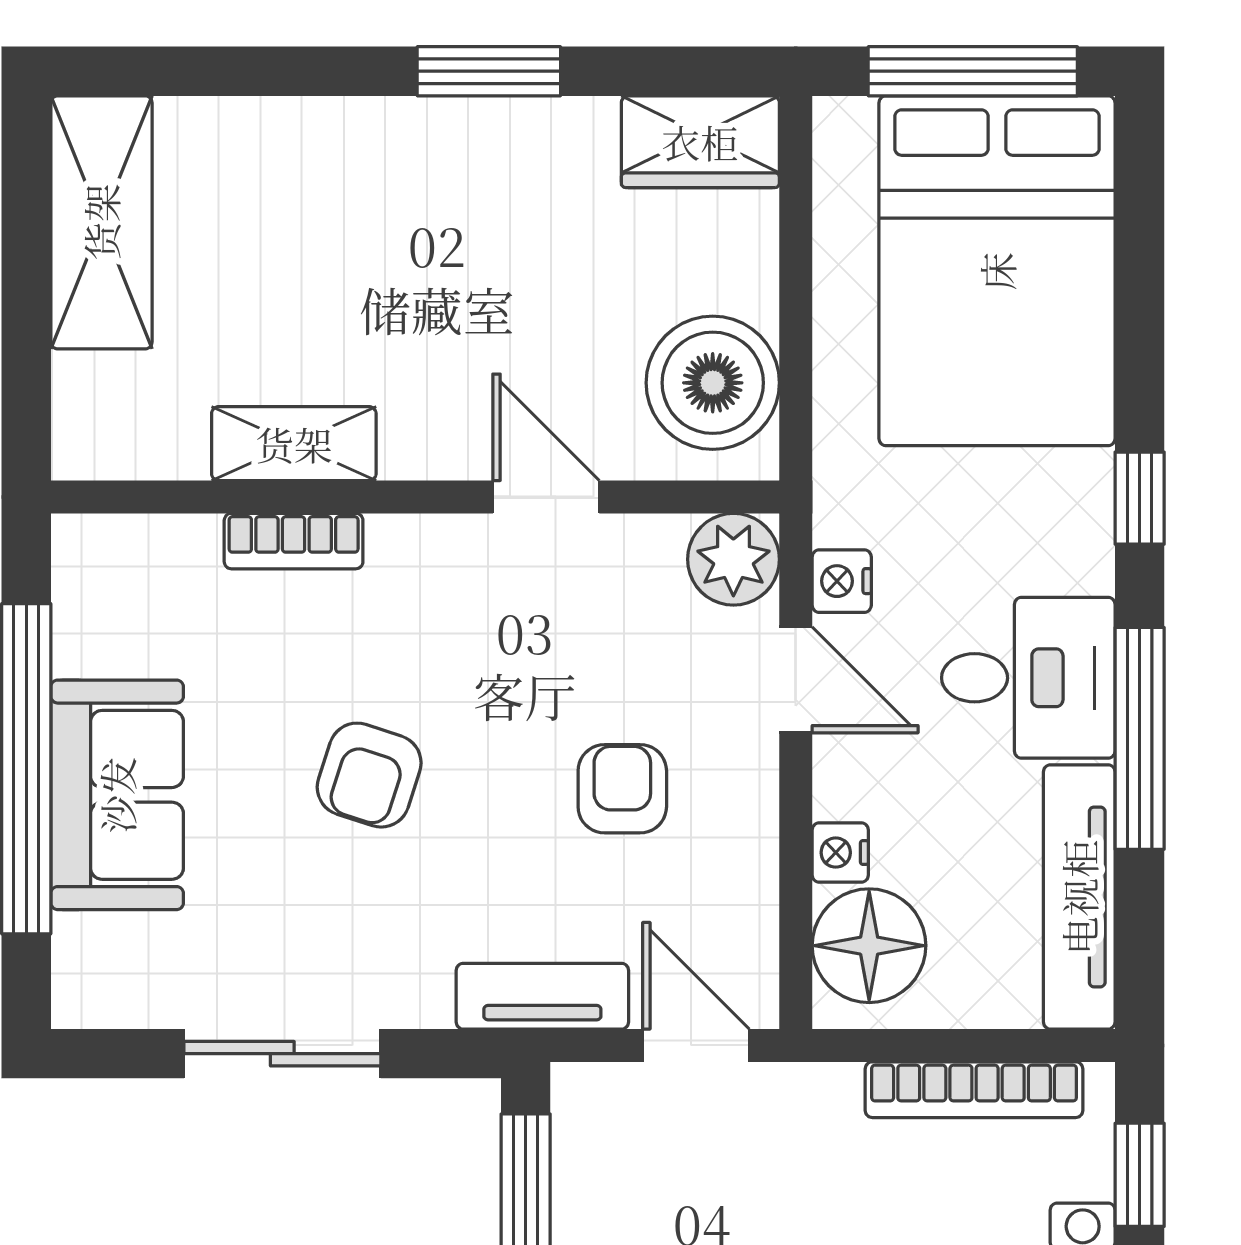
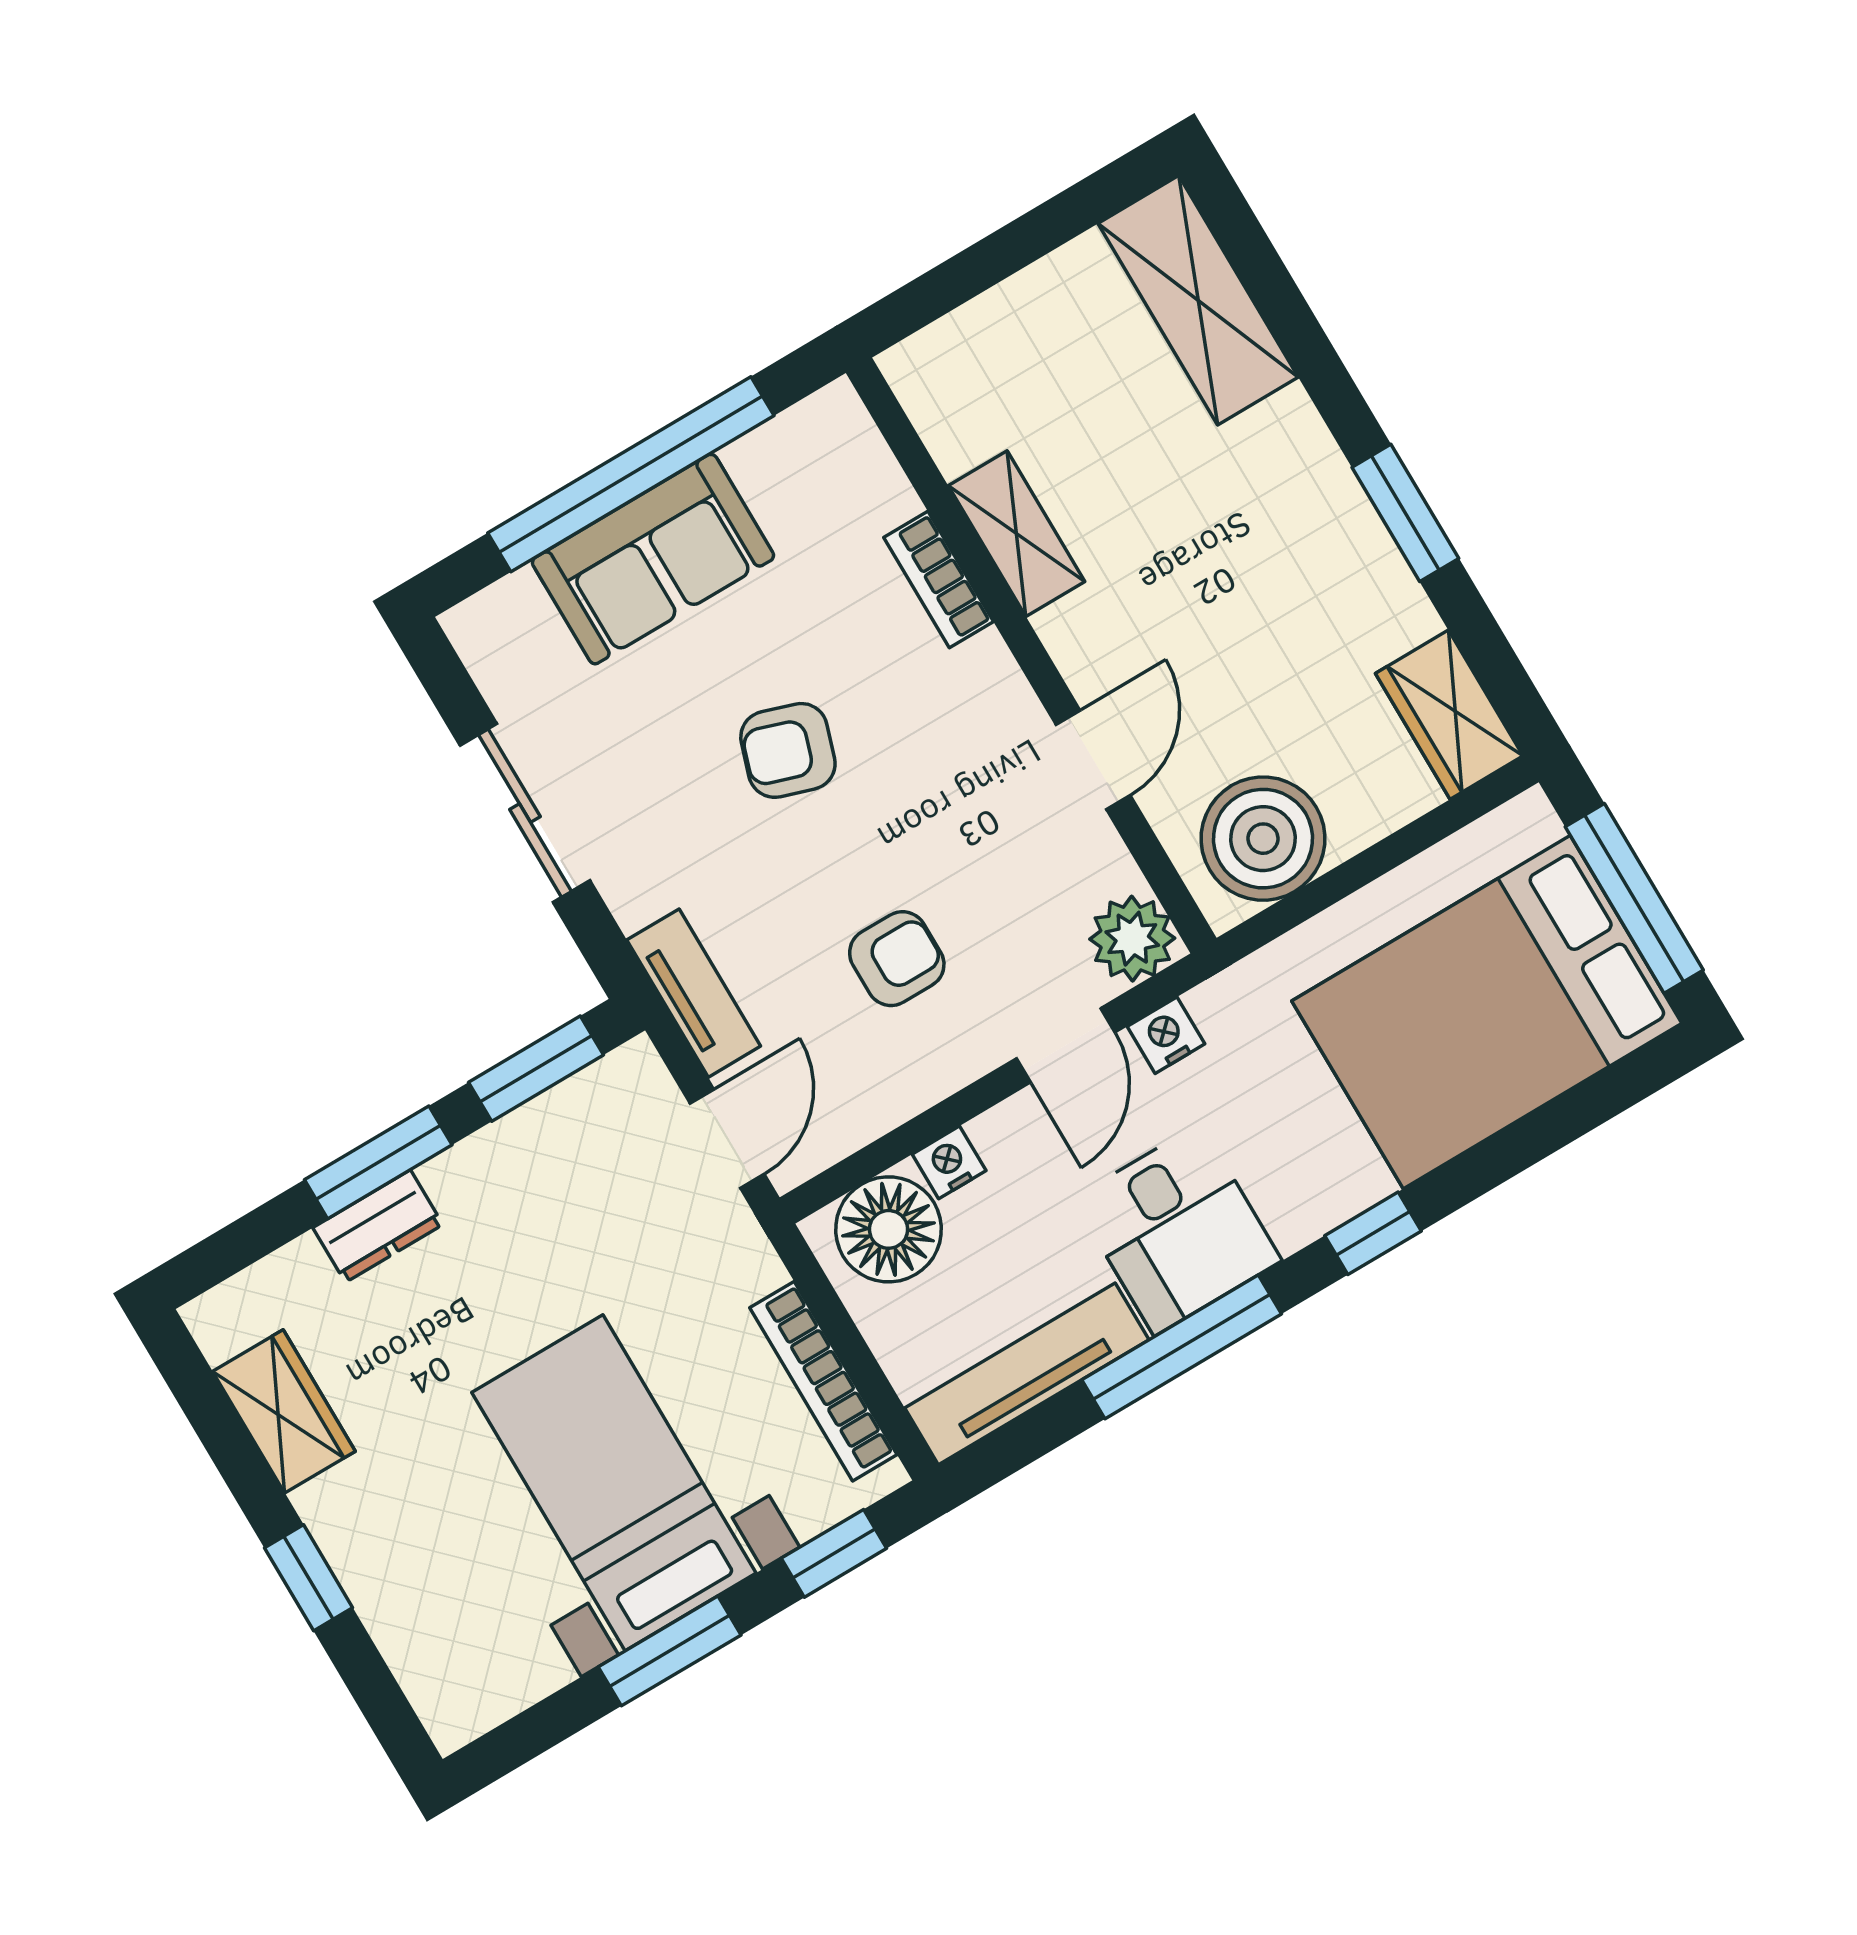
shelving: (101, 222) -> (1198, 300), moved, turned 90

